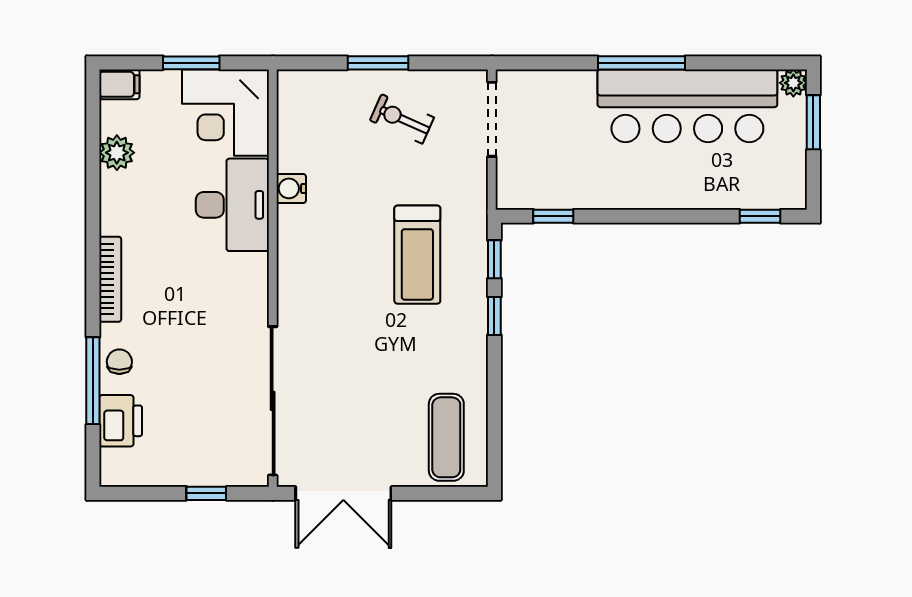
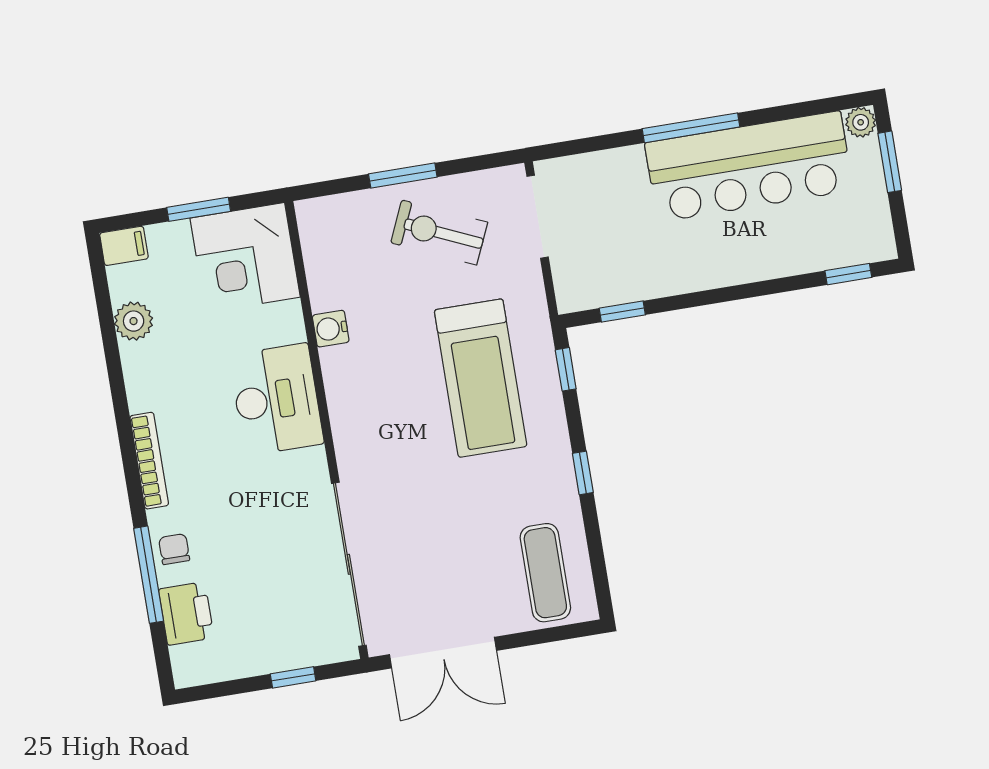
exercise bike: (402, 119) -> (439, 233), width x1.38, depth x1.39
desk: (232, 205) -> (276, 399), moved
treadmill: (417, 255) -> (481, 378), width x1.37, depth x1.38
window: (494, 316) -> (583, 473), moved

